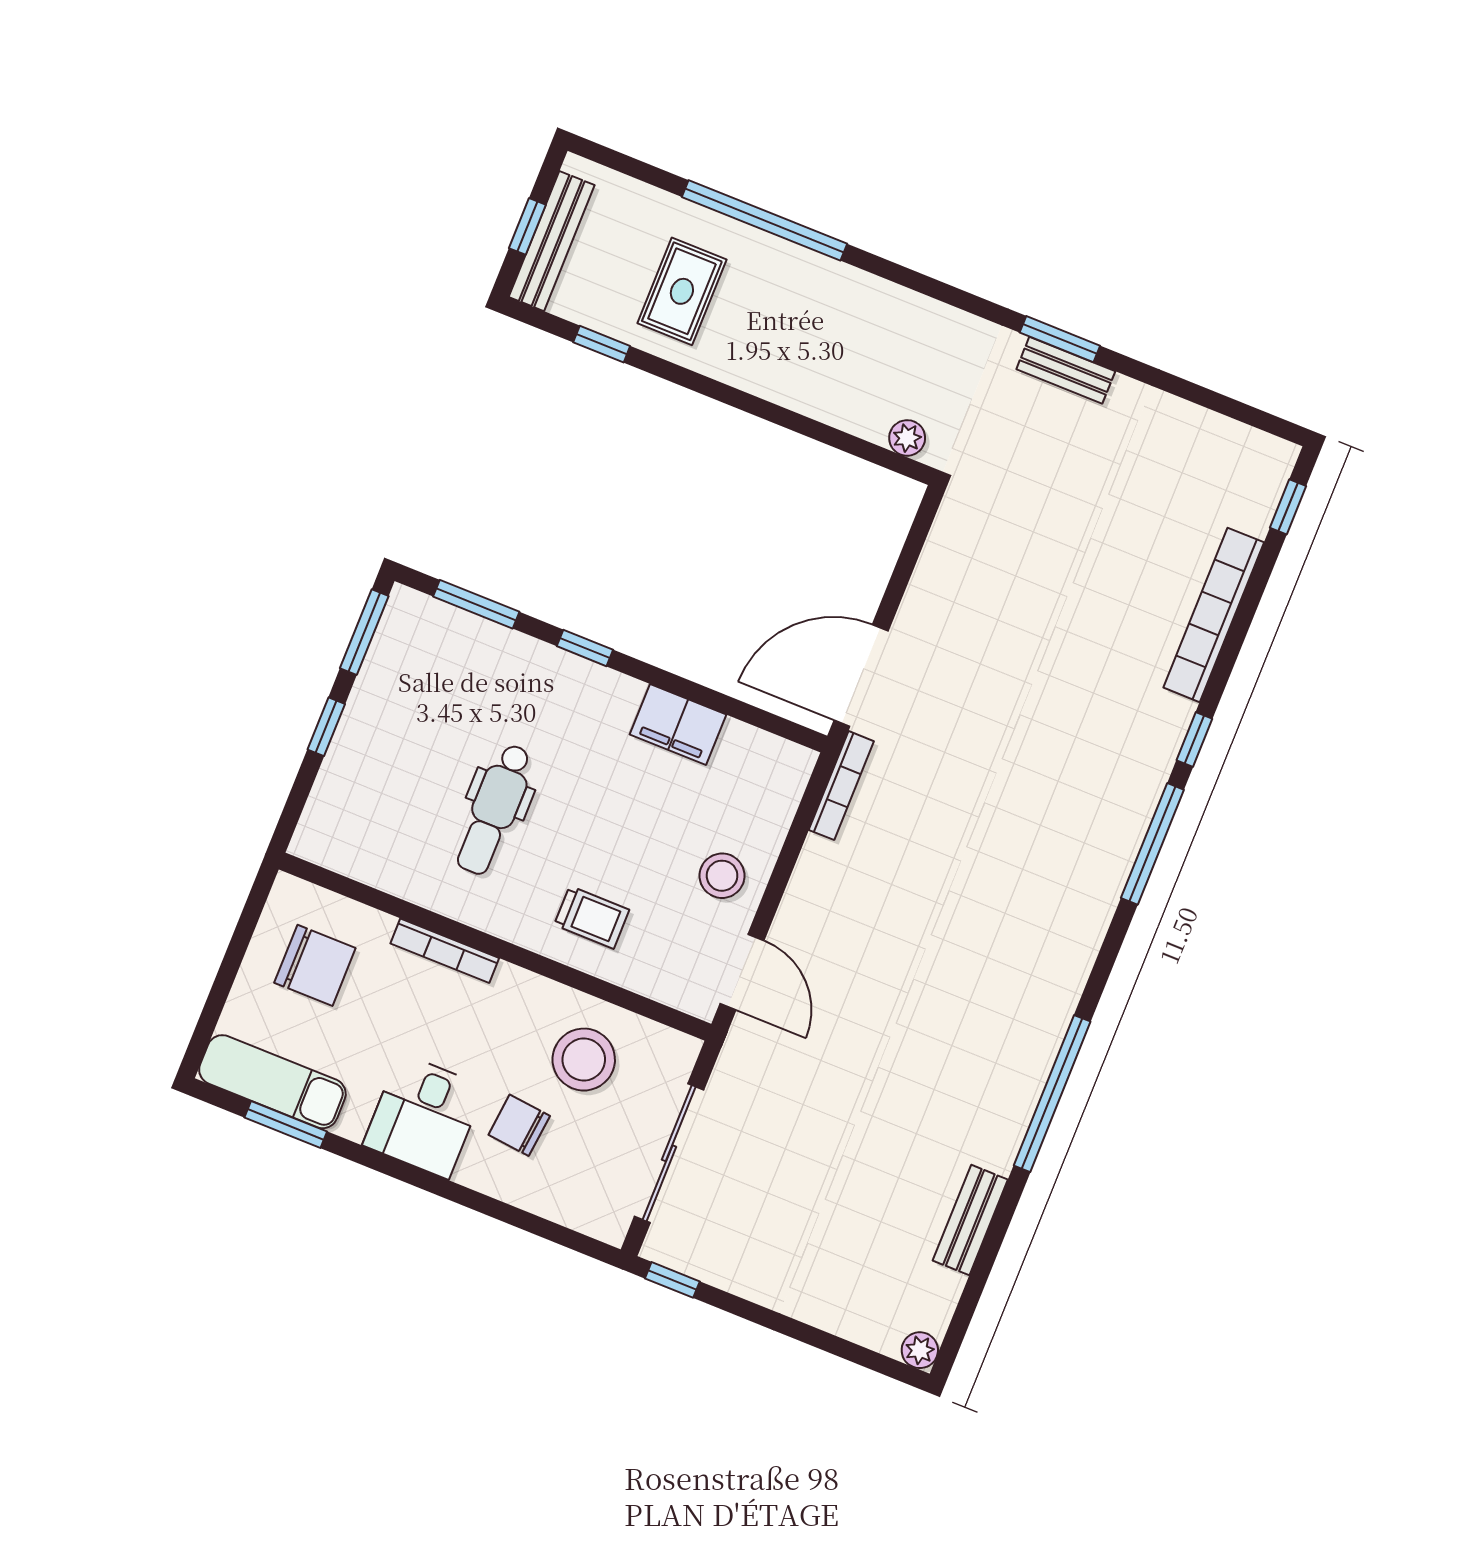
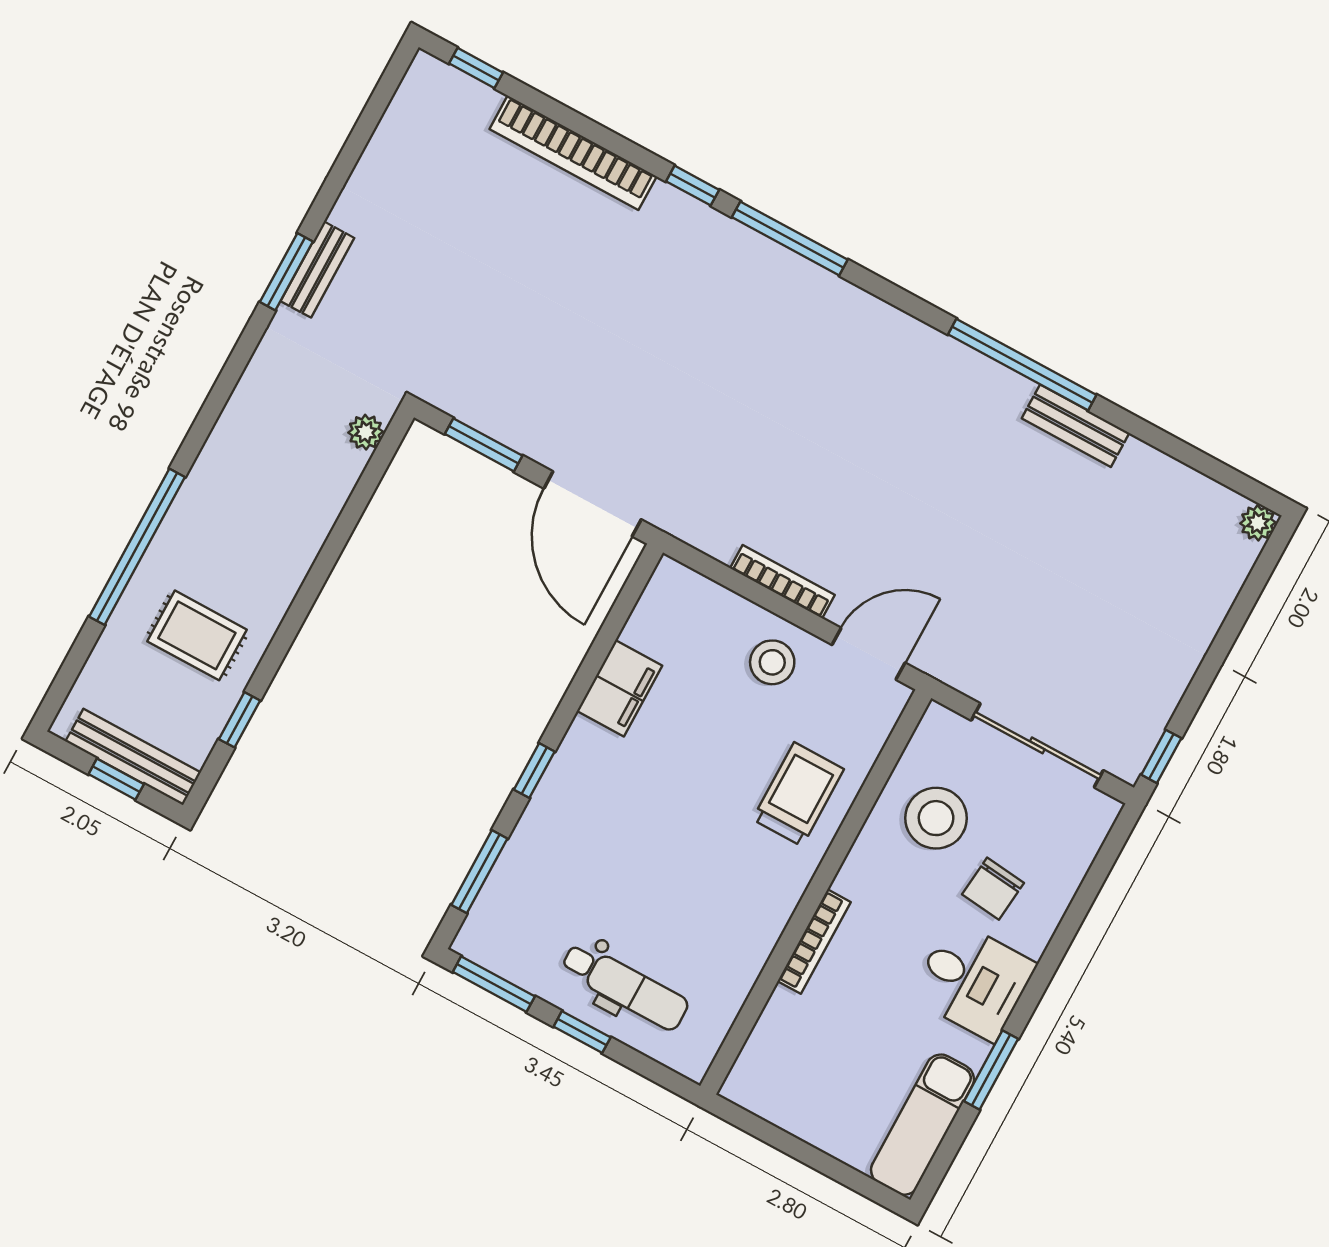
window: (908, 559) -> (484, 445), added
bookcase: (841, 786) -> (782, 582), moved
dental chair: (494, 809) -> (625, 986), moved
trolley: (592, 917) -> (798, 794), width x1.36, depth x1.39
chair: (315, 965) -> (814, 1070), removed
window: (286, 1124) -> (991, 1070), moved
bench: (970, 1220) -> (1075, 426), moved

